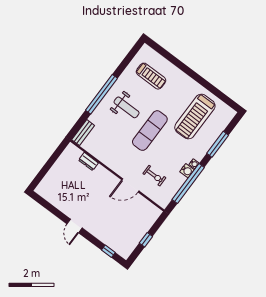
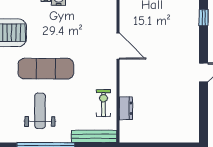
bench: (83, 133) -> (94, 136), width x1.36
exercise bike: (154, 176) -> (104, 103), moved

